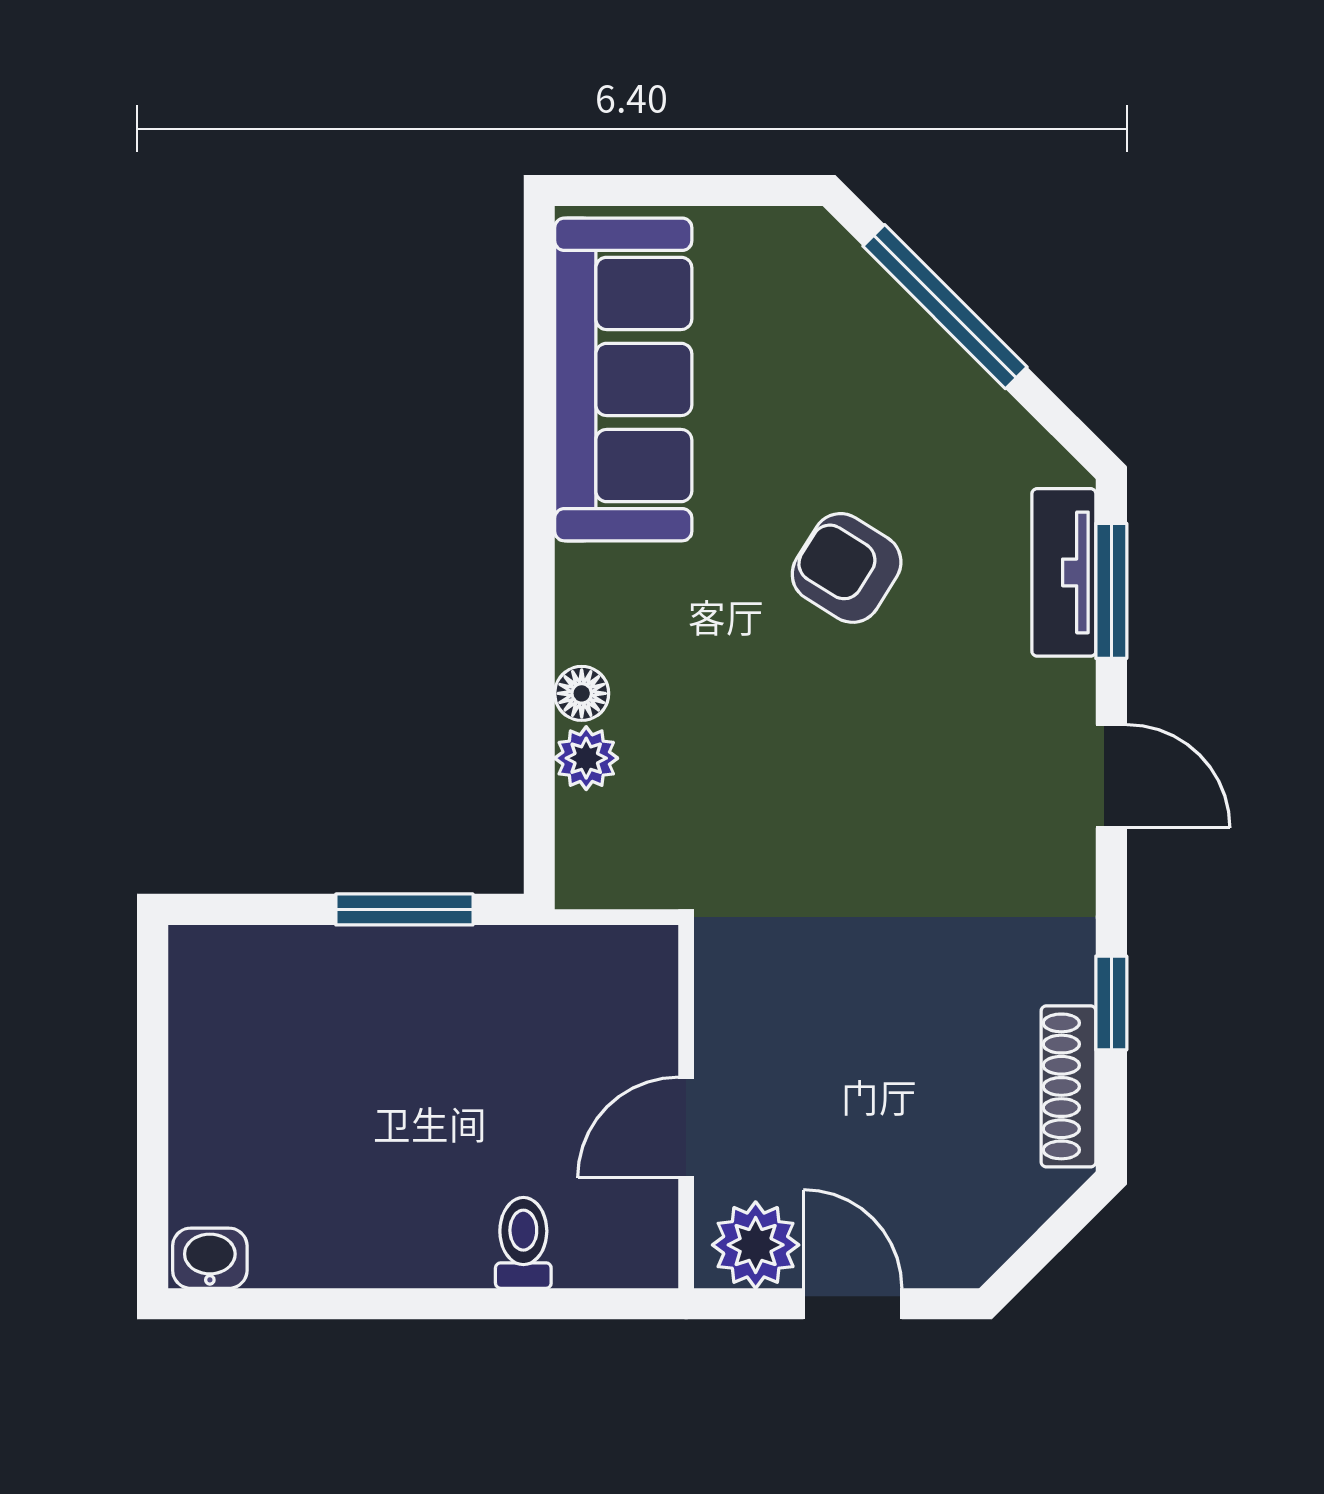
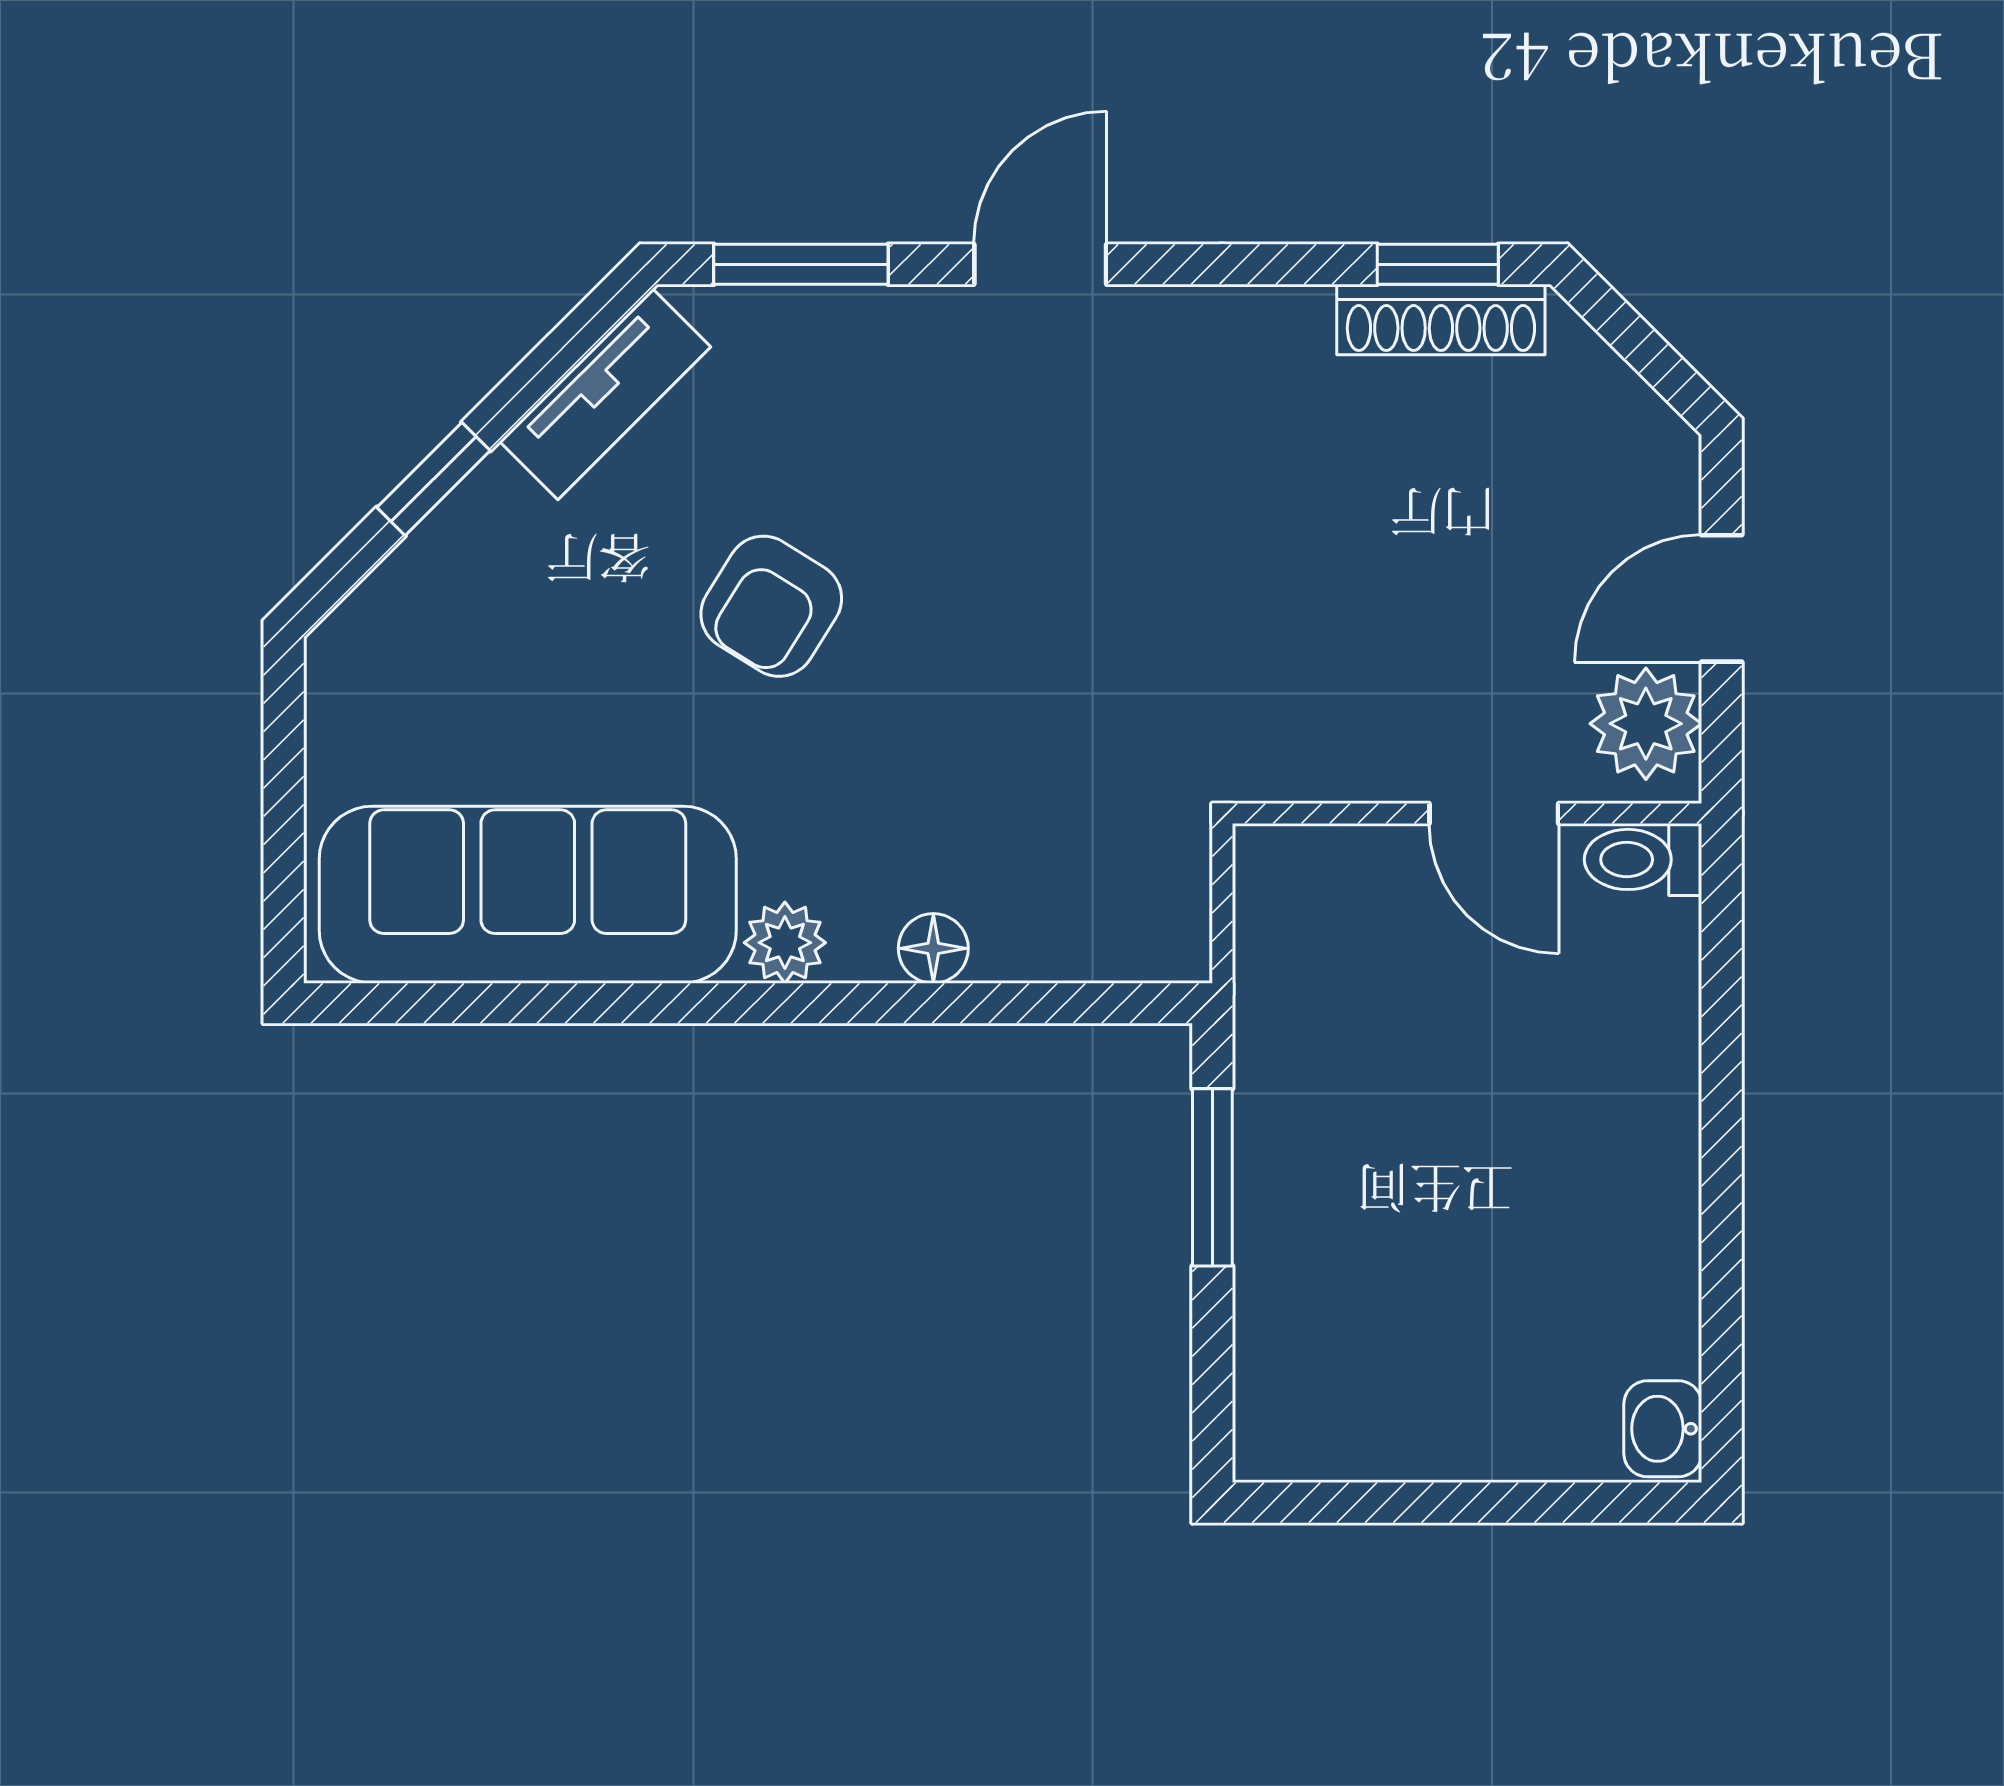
window: (945, 307) -> (434, 479), width x0.46
tv unit: (1064, 572) -> (605, 394), moved, turned -45
plant: (586, 758) -> (785, 943), moved
window: (1111, 1003) -> (1438, 264), moved
toilet: (523, 1243) -> (1643, 859), moved

